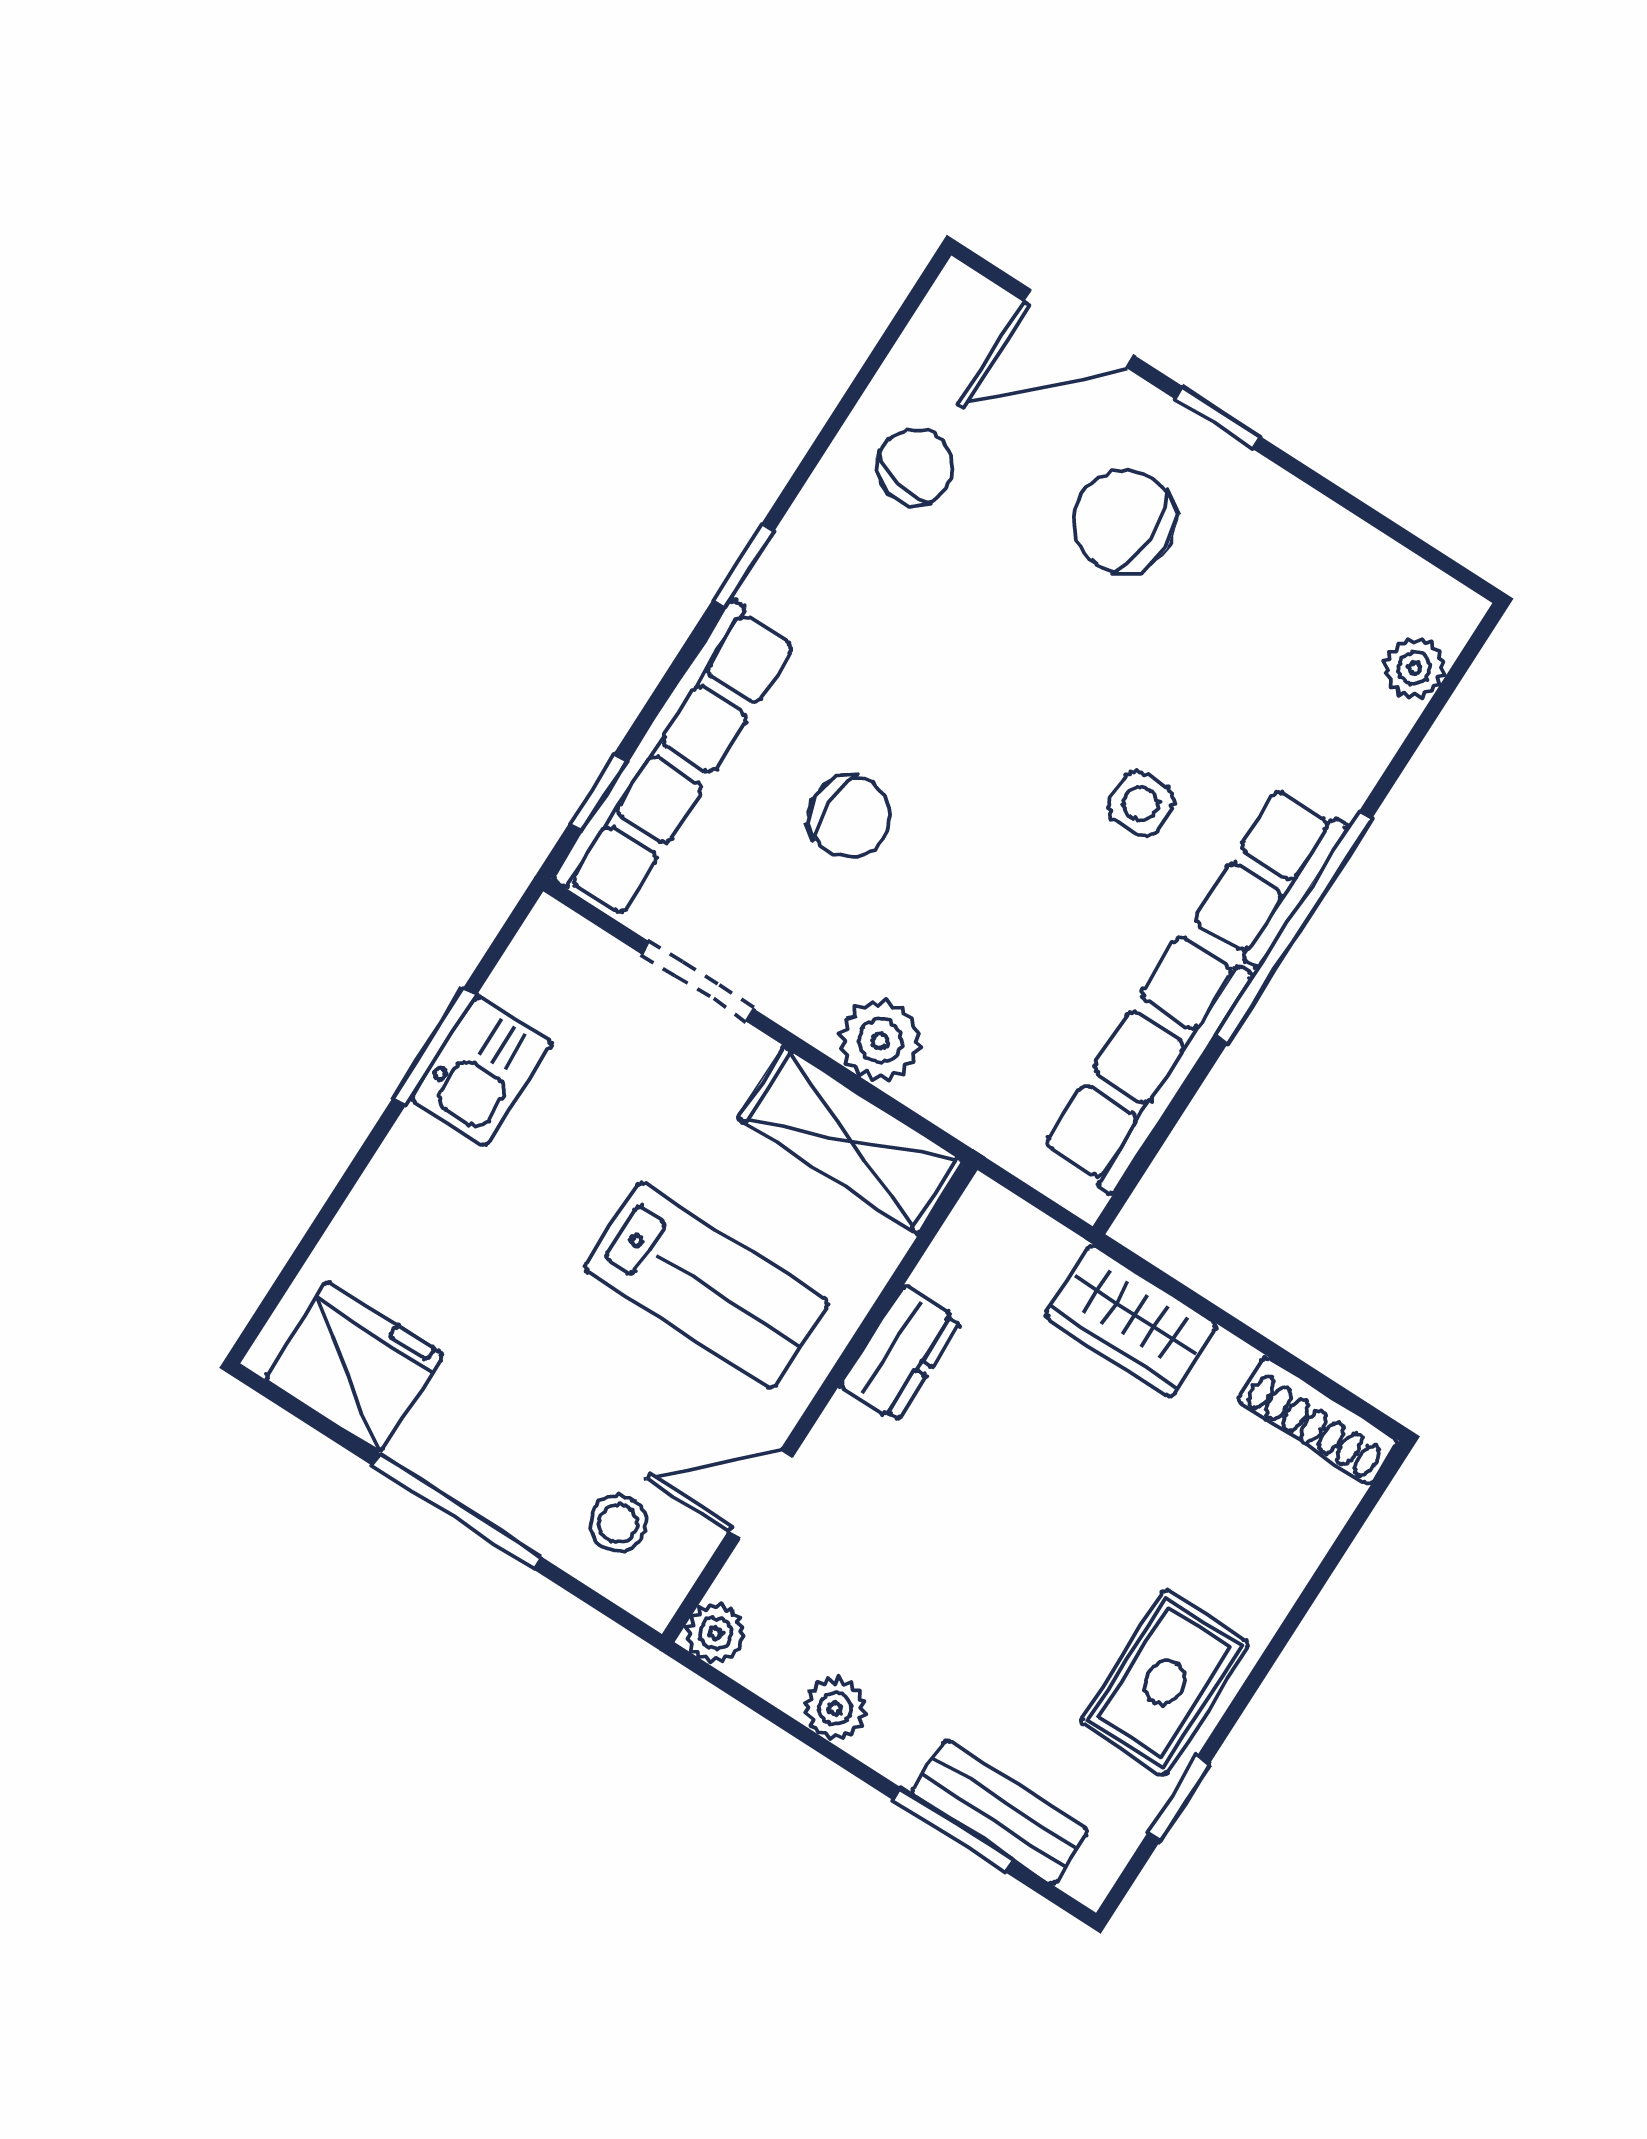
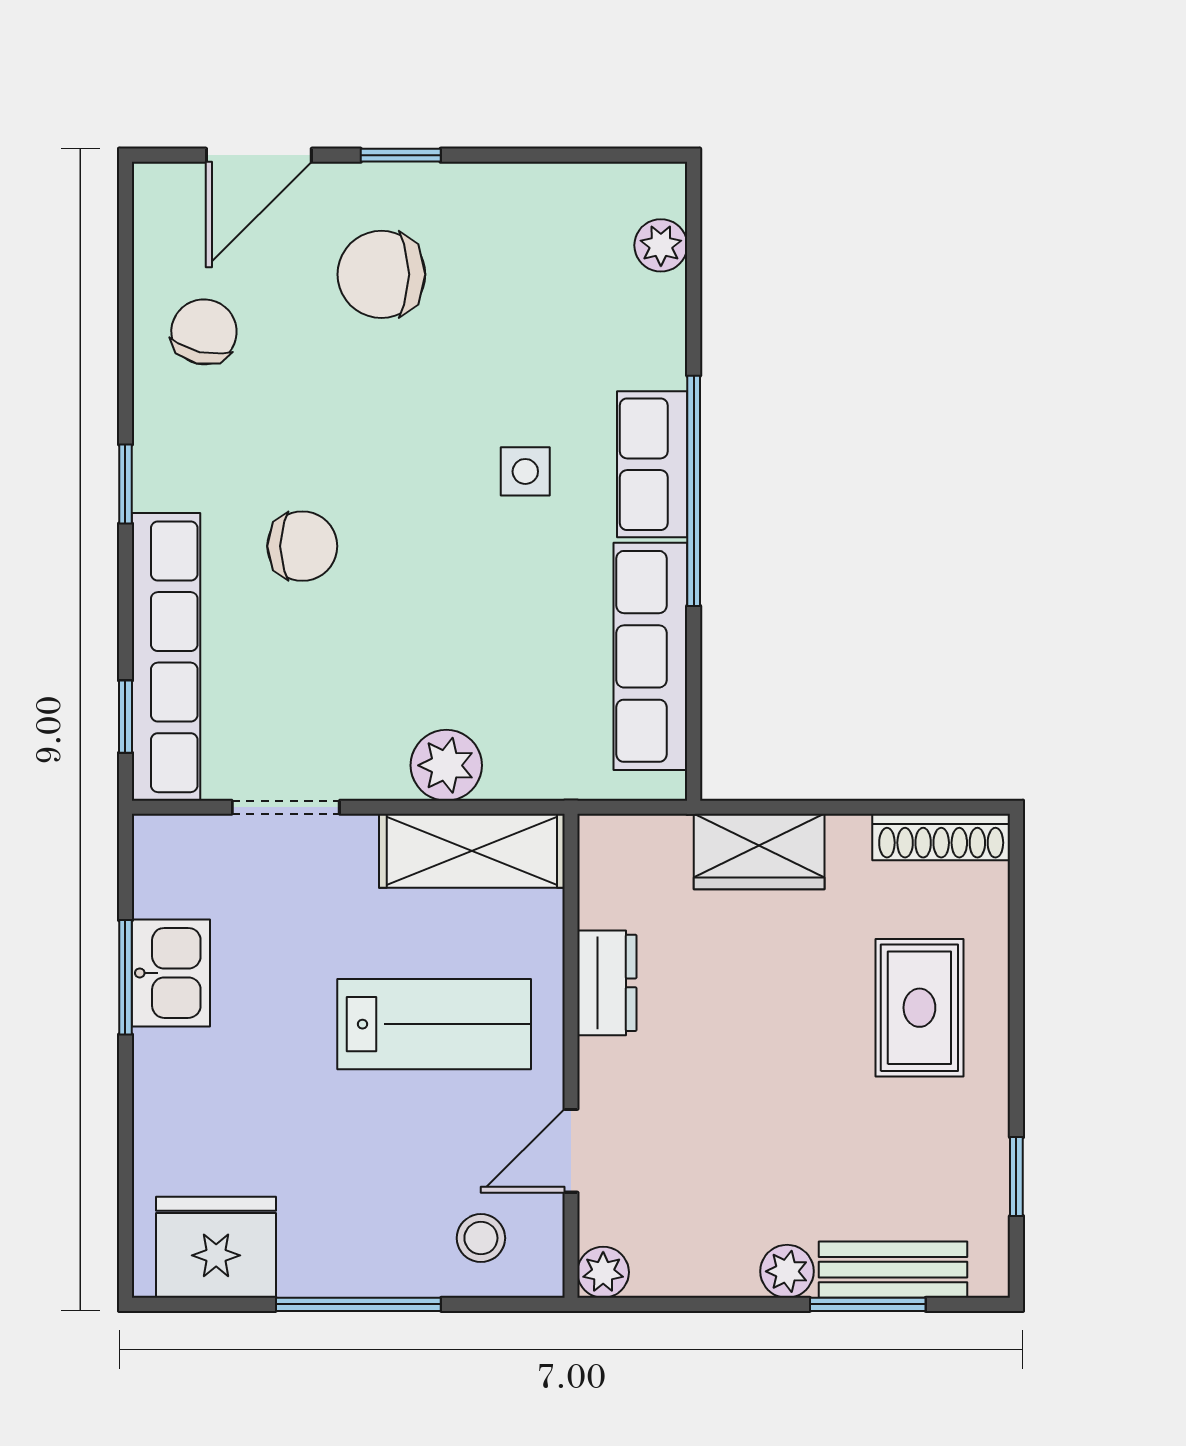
chair: (850, 817) -> (302, 546), moved
rug: (1165, 1683) -> (919, 1008), moved
plant: (835, 1709) -> (787, 1271), moved

